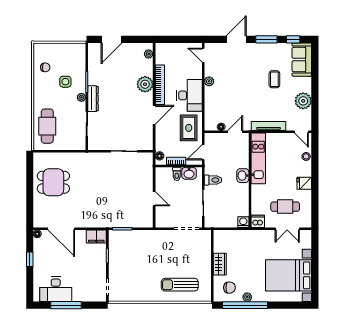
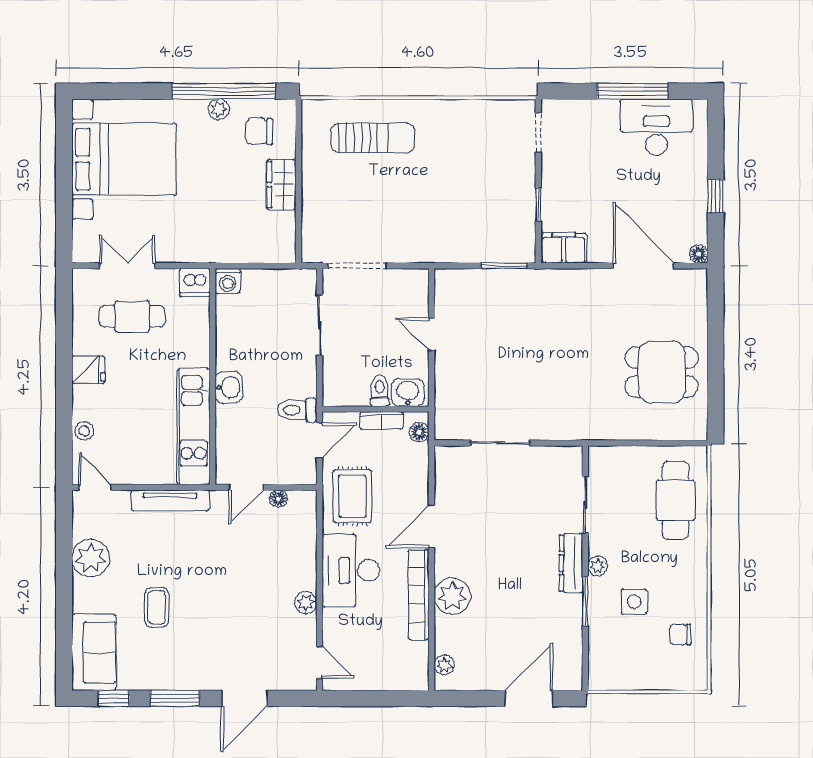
washbasin: (189, 173) -> (408, 393), moved
toilet: (213, 180) -> (297, 410), moved

